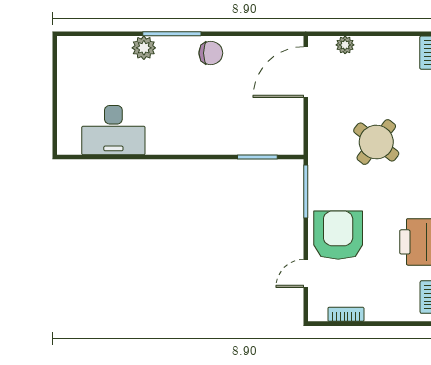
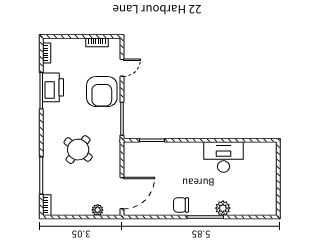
desk: (113, 130) -> (223, 157), moved

